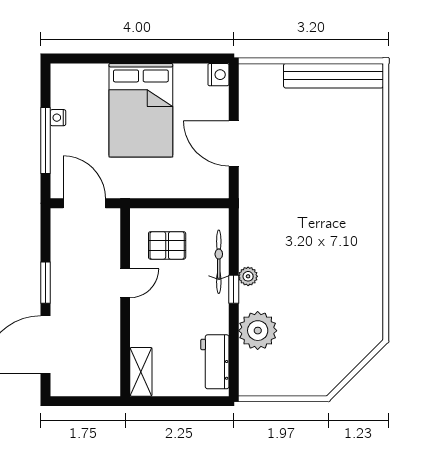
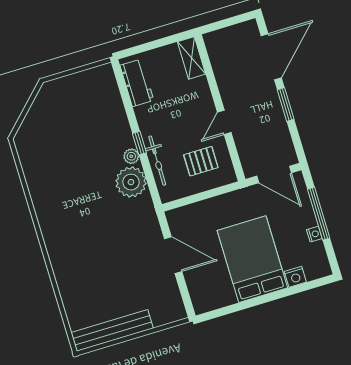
nightstand: (218, 75) -> (295, 277), moved, turned -90
plant: (258, 331) -> (131, 182), moved

